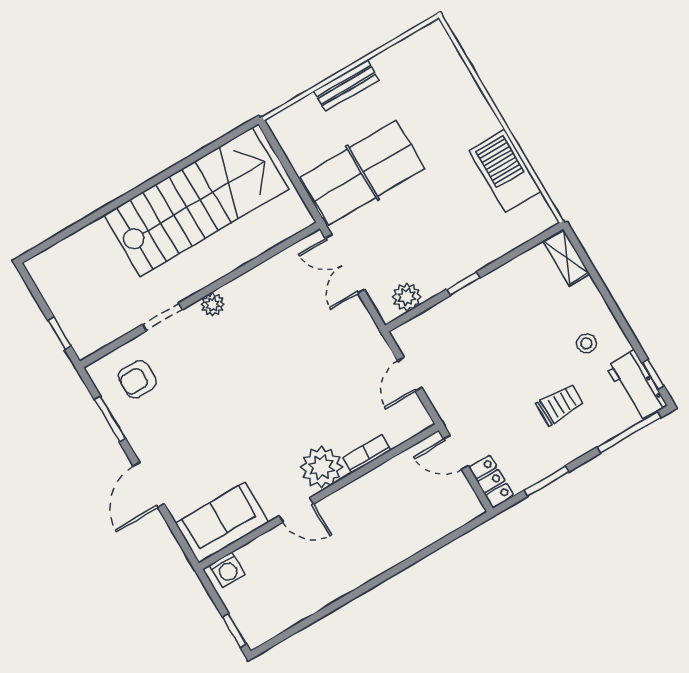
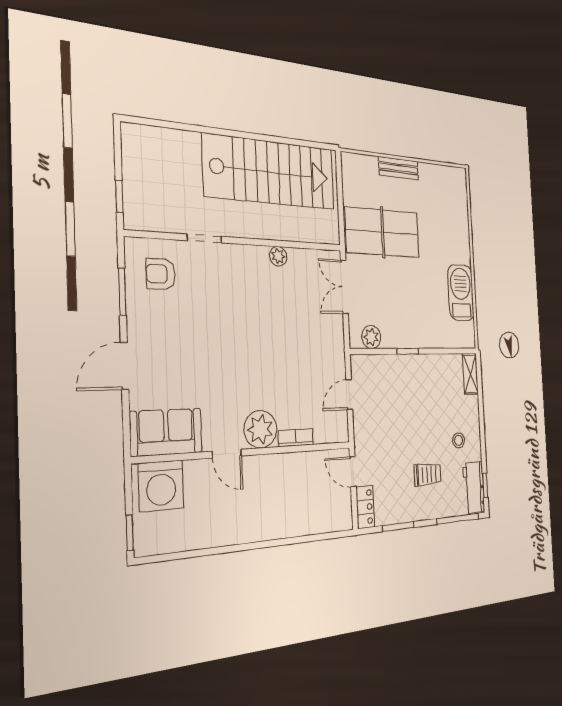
plant: (213, 304) -> (278, 256), moved
washing machine: (227, 570) -> (161, 486), width x1.89, depth x1.89

